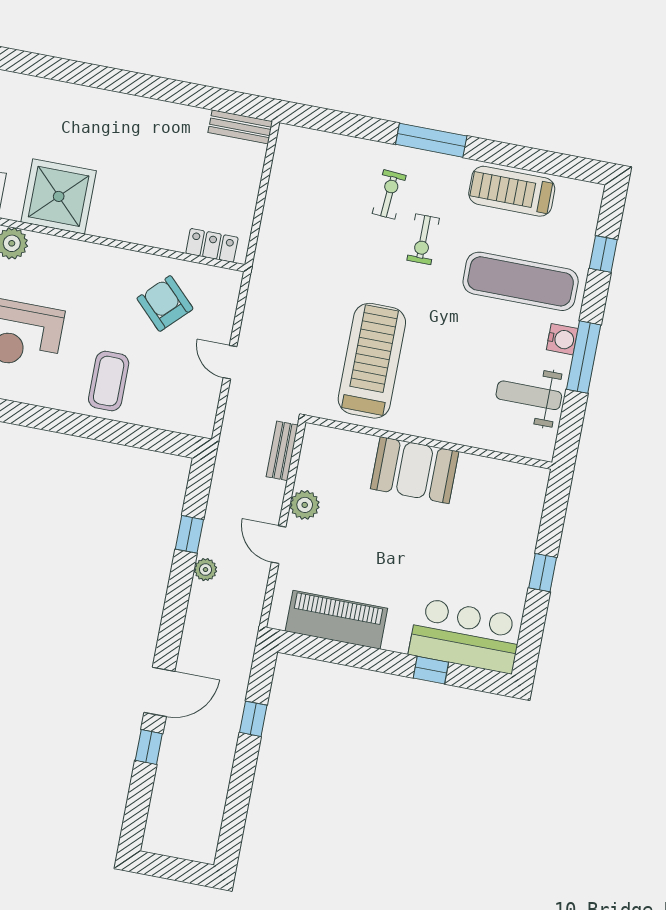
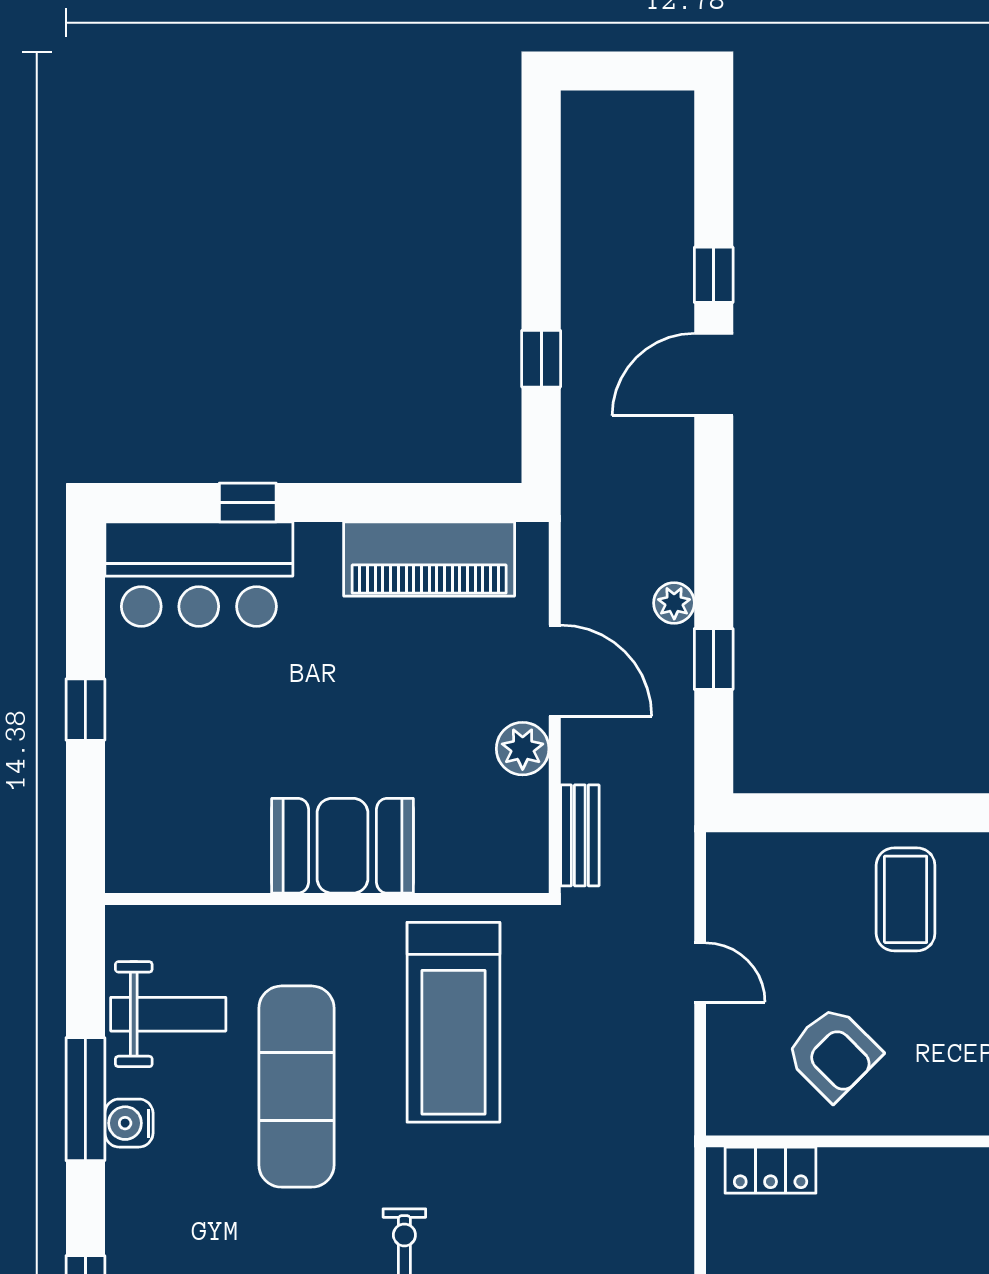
exercise mat: (521, 281) -> (296, 1087), moved, turned 90
door: (279, 545) -> (555, 671), width x1.38

